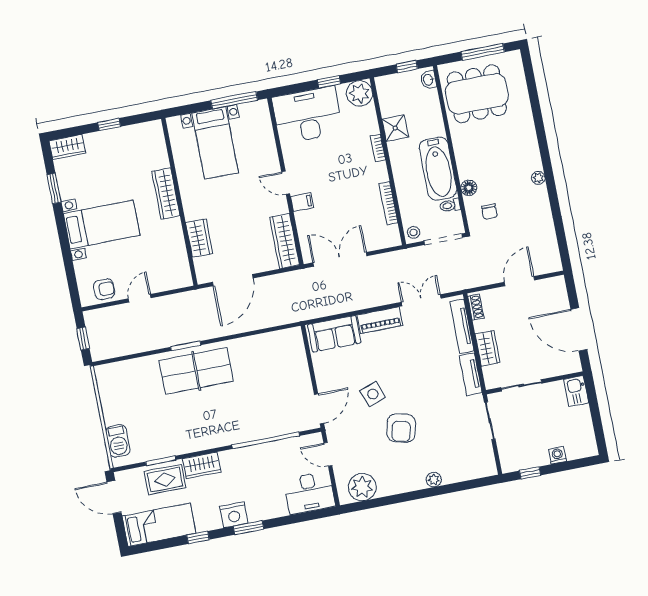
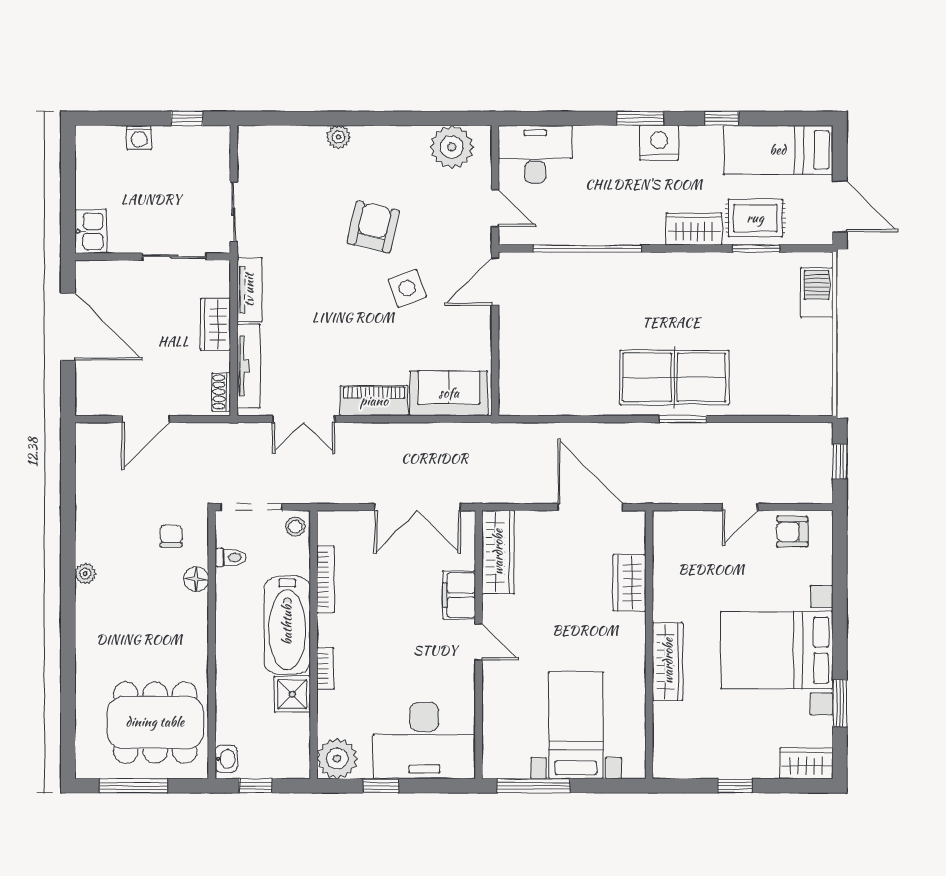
bathtub: (438, 169) -> (287, 625), moved, turned 180
filing cabinet: (302, 202) -> (459, 595), width x2.00
bed with nightstands: (102, 224) -> (777, 650), width x1.36
door: (233, 280) -> (590, 507), hinge flipped

